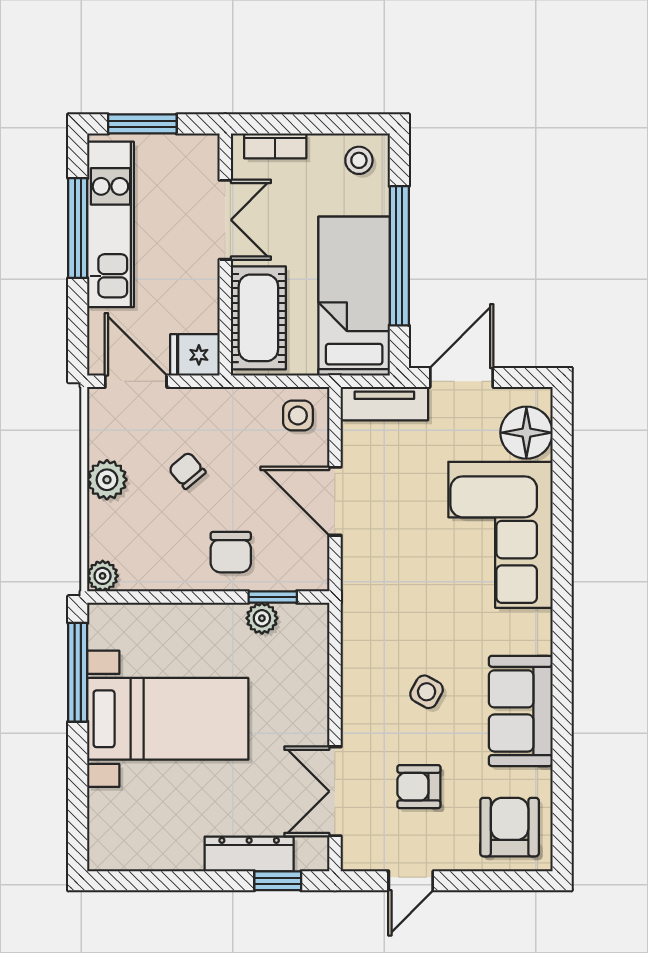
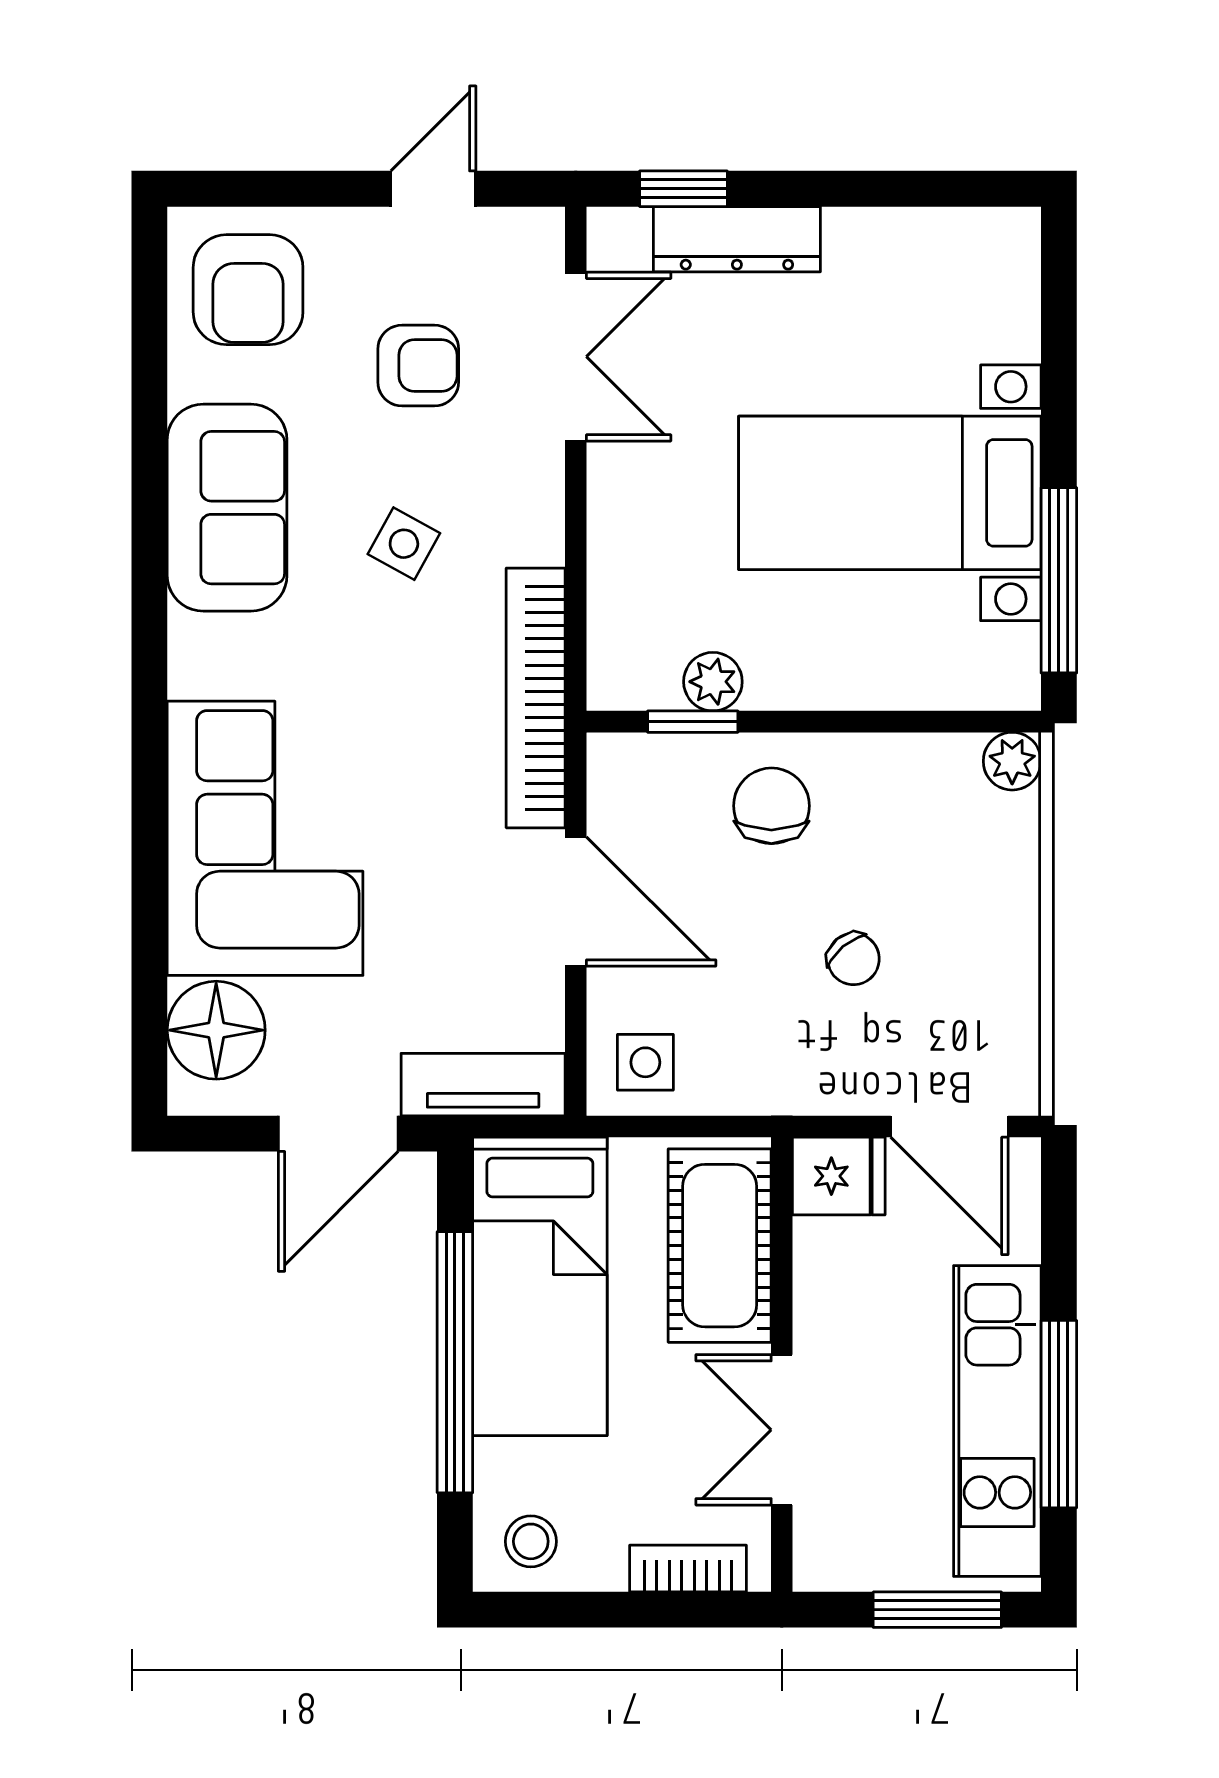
plant: (107, 480) -> (1004, 942), removed
bookcase: (356, 610) -> (536, 698), added

